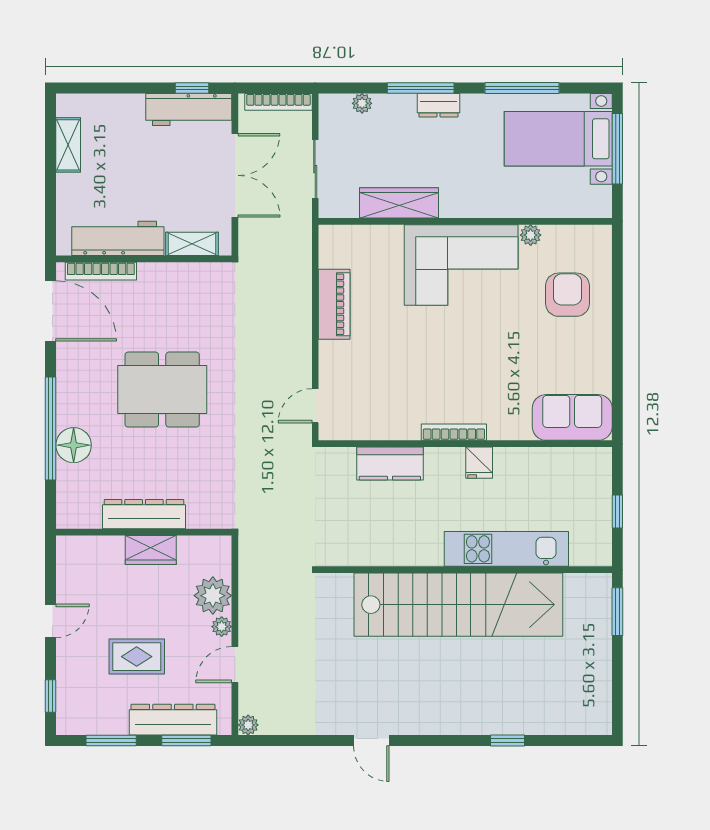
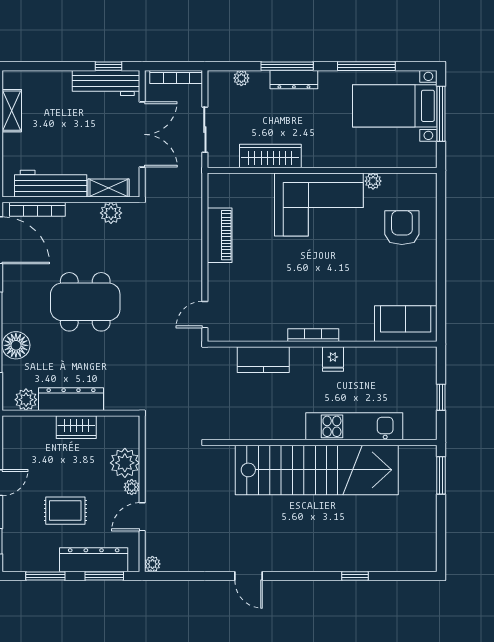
dresser: (438, 105) -> (294, 80), width x1.44
plant: (195, 276) -> (111, 213), added
plant: (86, 515) -> (26, 400), added

